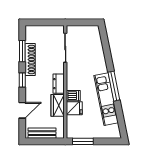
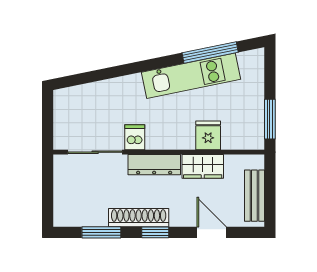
shoe rack: (30, 60) -> (139, 218), moved
dresser: (59, 84) -> (154, 165), width x1.44
window: (114, 86) -> (210, 53), moved
dishwasher: (73, 96) -> (135, 137), moved

